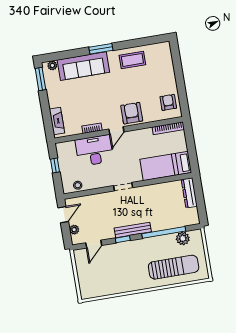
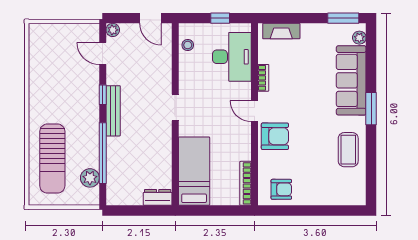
desk: (94, 150) -> (232, 57), moved
dresser: (189, 193) -> (158, 197), width x0.70
plant: (74, 230) -> (113, 30), moved

